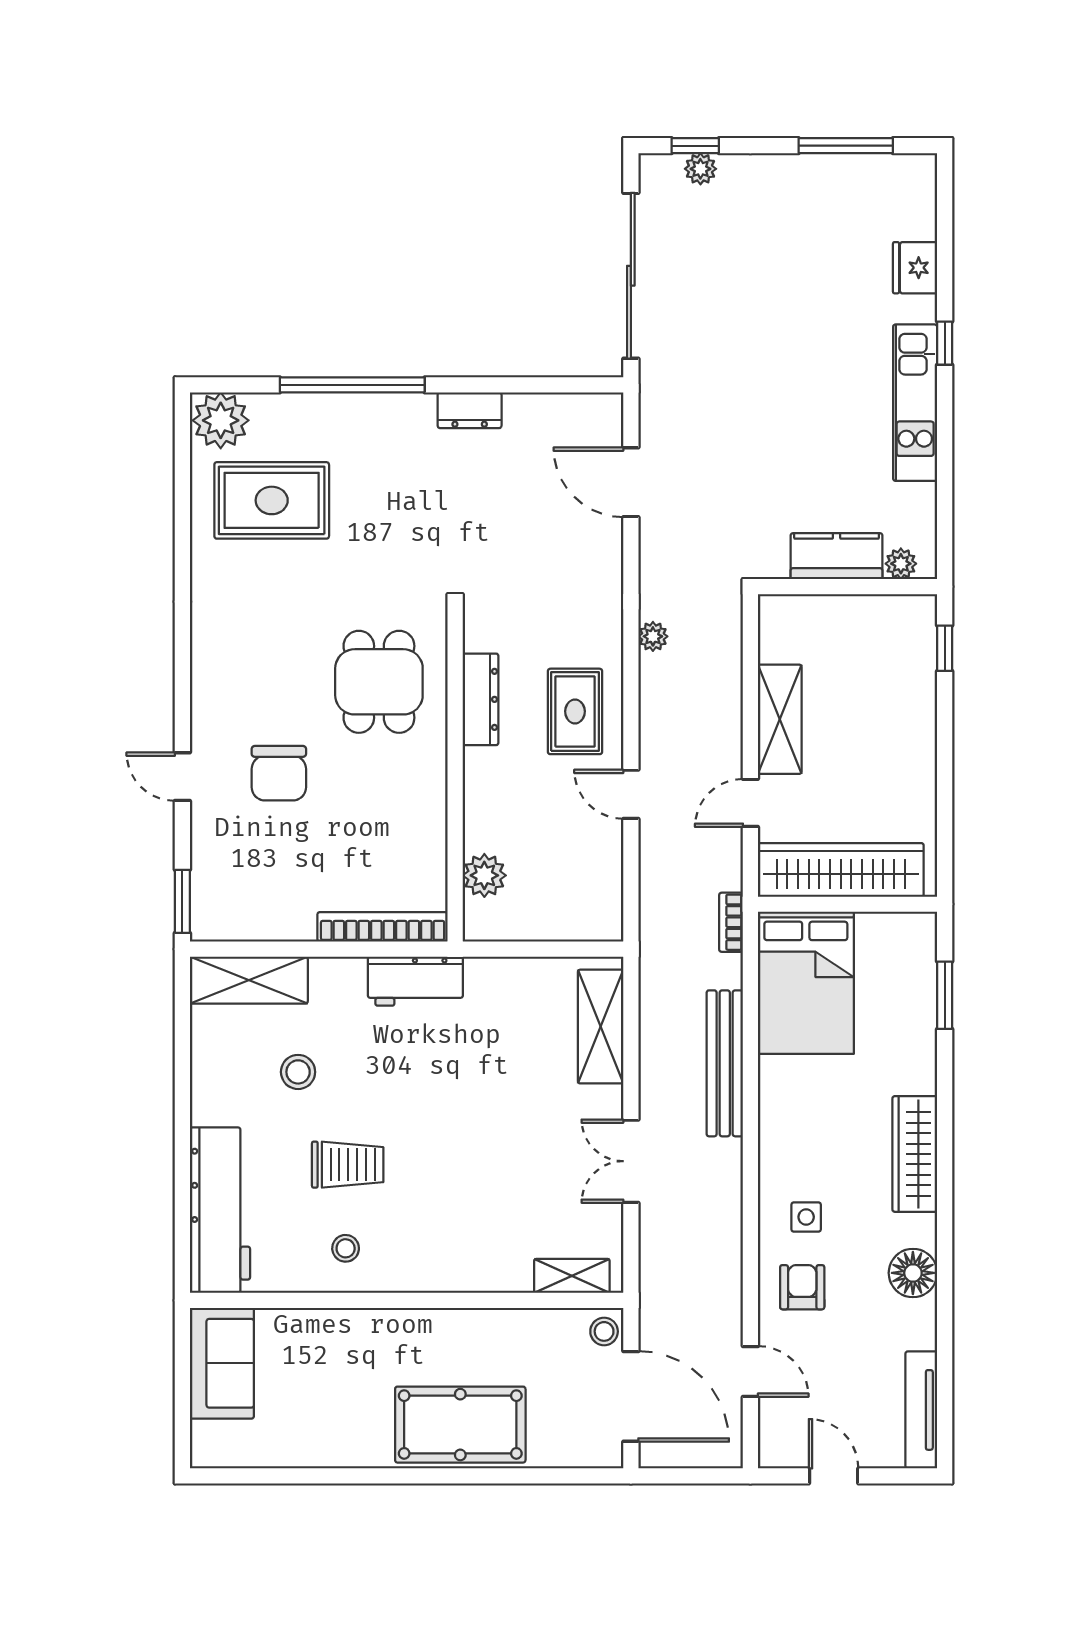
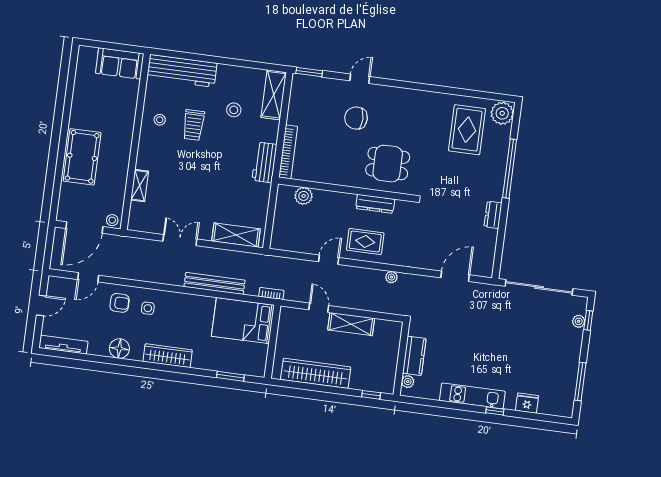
wardrobe: (841, 870) -> (316, 373), moved, turned -90
shelving: (572, 1276) -> (140, 186), moved

